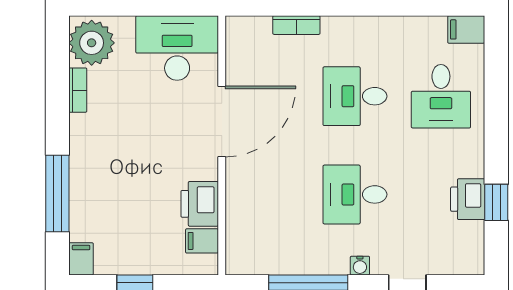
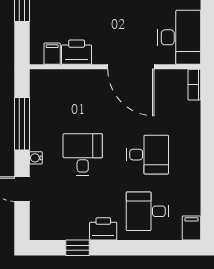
bookcase: (296, 25) -> (194, 85), moved
desk: (355, 96) -> (147, 155), turned 90
printer: (468, 199) -> (103, 229), moved

